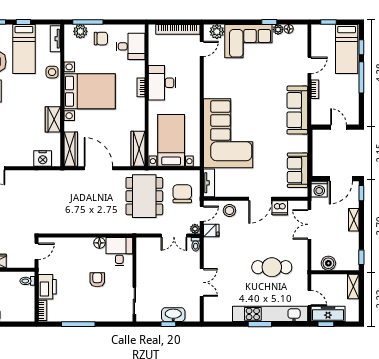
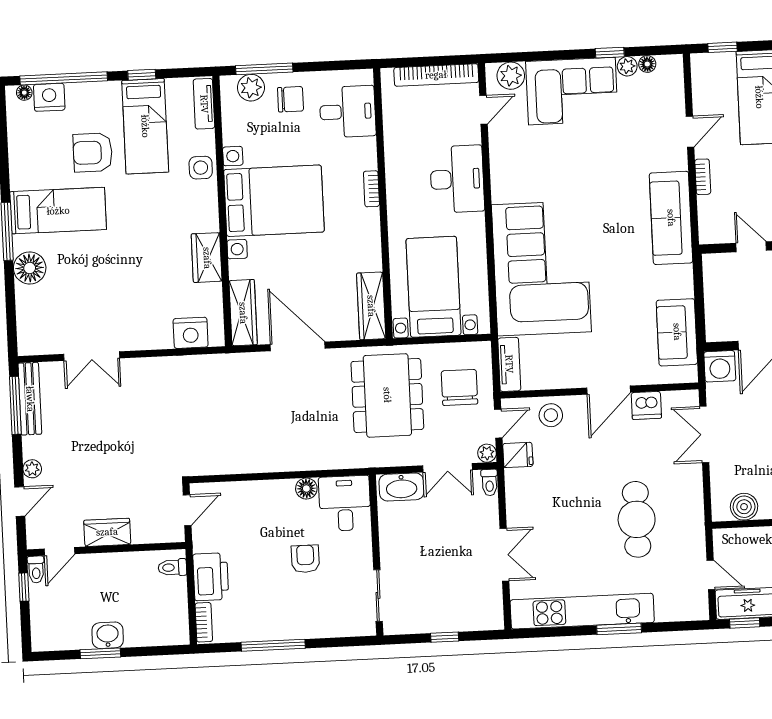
desk: (162, 83) -> (457, 179), moved, turned 180
cafe table: (272, 267) -> (637, 519), turned 90
kitchen unit: (270, 314) -> (582, 611), moved
washbasin: (173, 315) -> (402, 487), moved, turned 180

